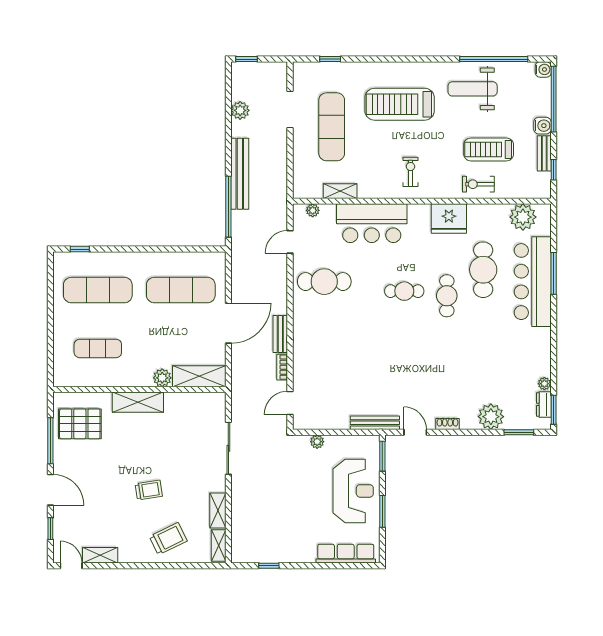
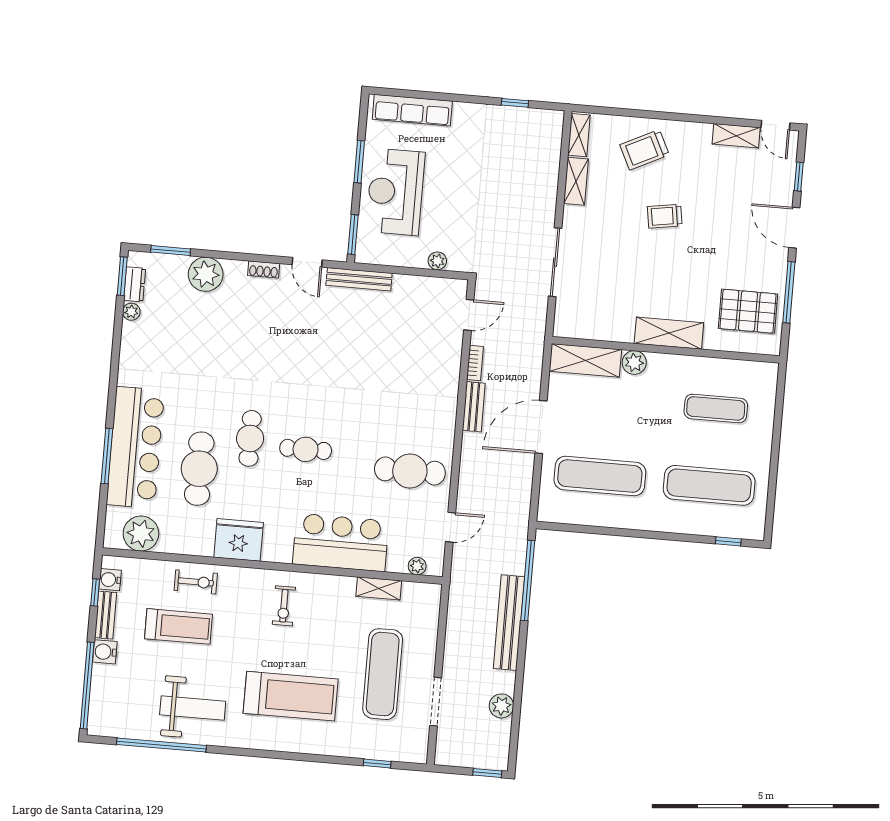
water cooler: (543, 69) -> (110, 580), moved

